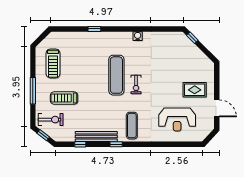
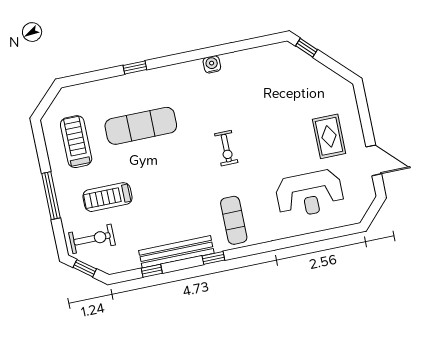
treadmill: (53, 63) -> (76, 142), turned 180
exercise mat: (116, 75) -> (141, 126), moved, turned 90
rug: (195, 90) -> (329, 136), turned 90

